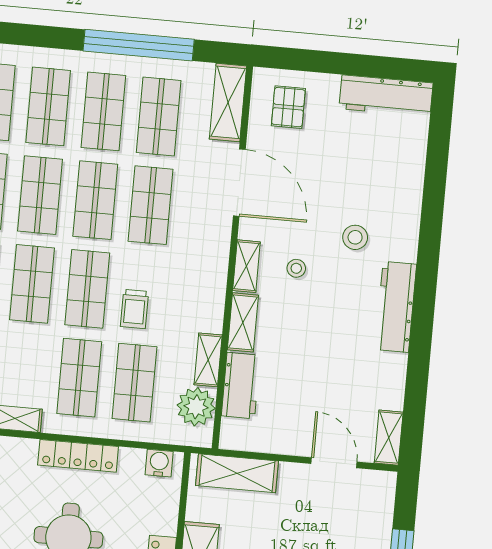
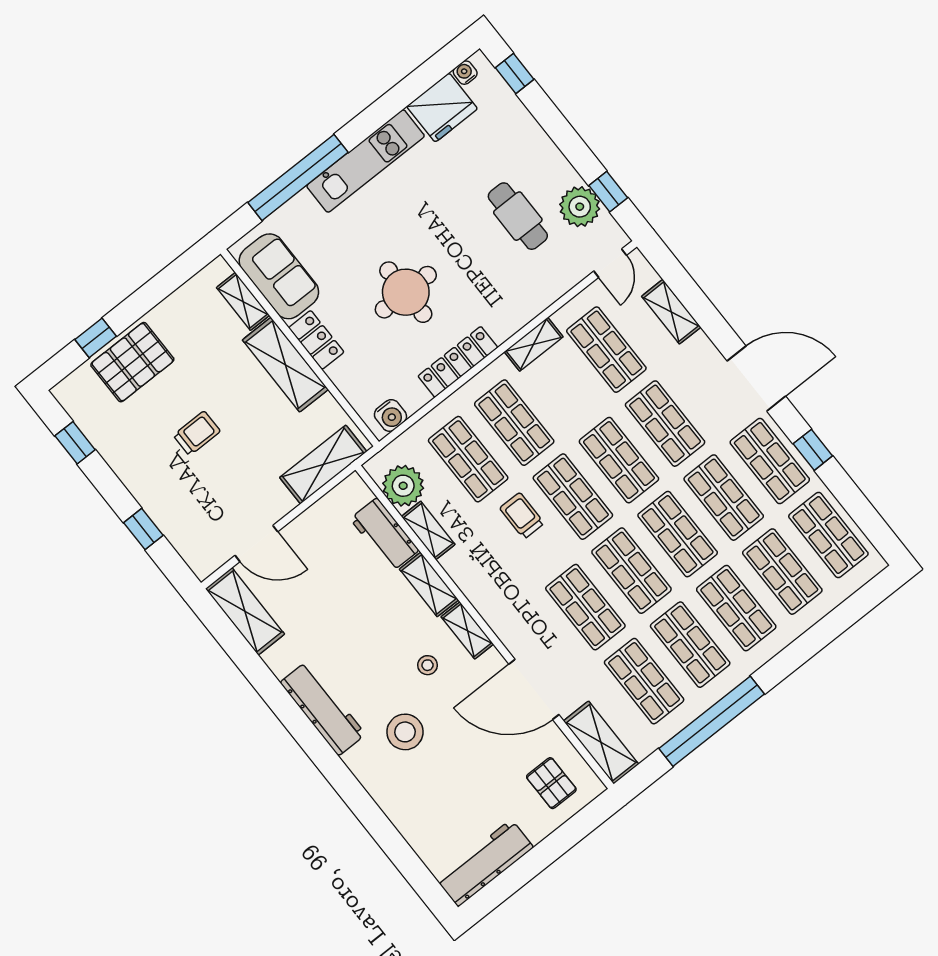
stool: (355, 237) -> (405, 732), width x1.38, depth x1.38
shelving: (389, 438) -> (245, 611), width x1.50, depth x1.33

